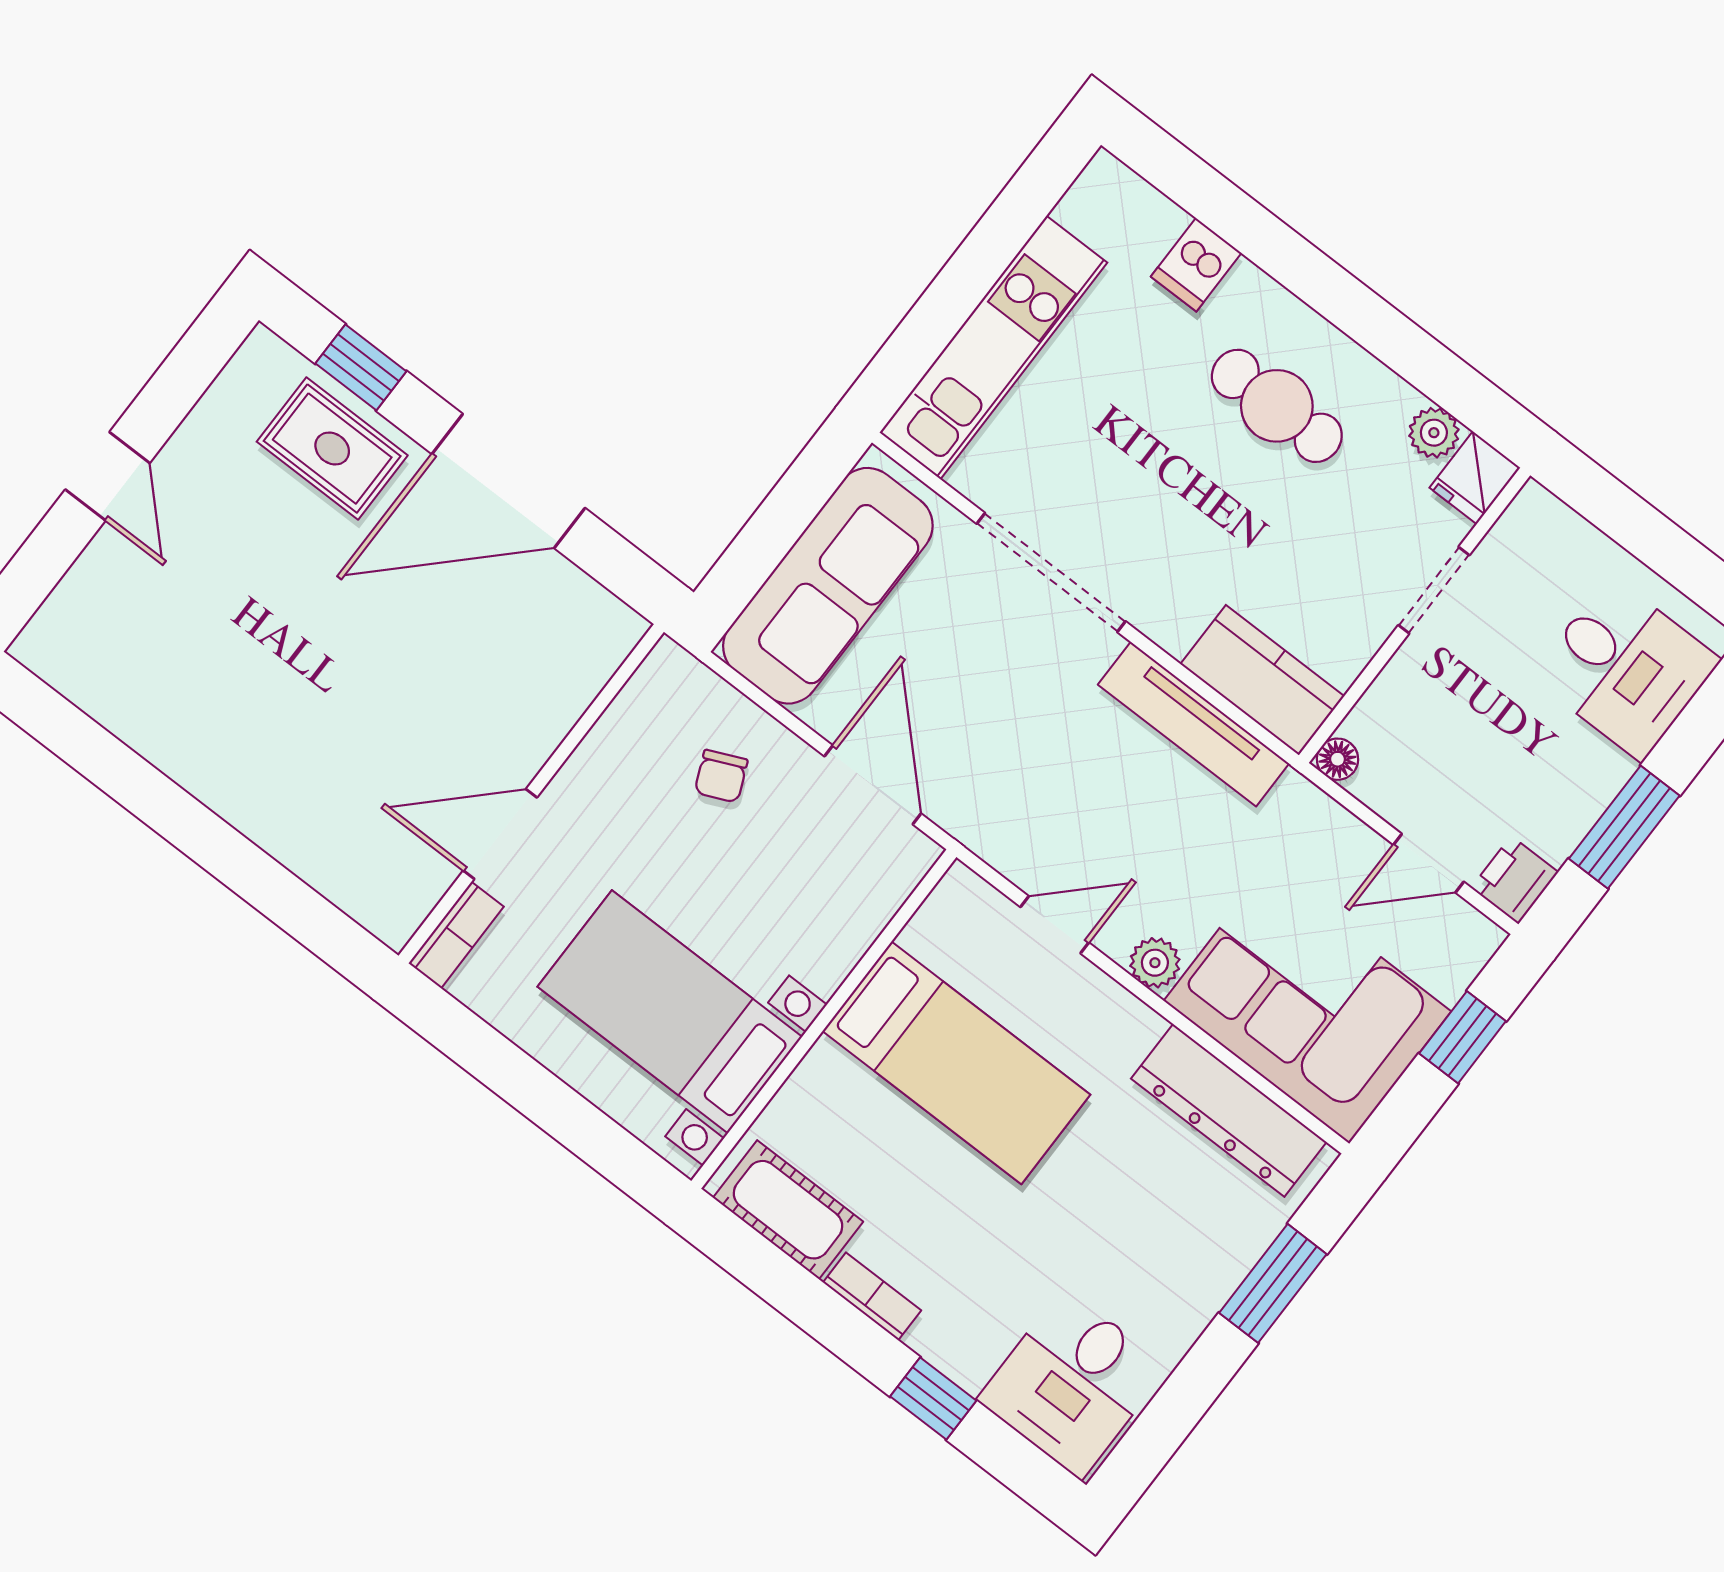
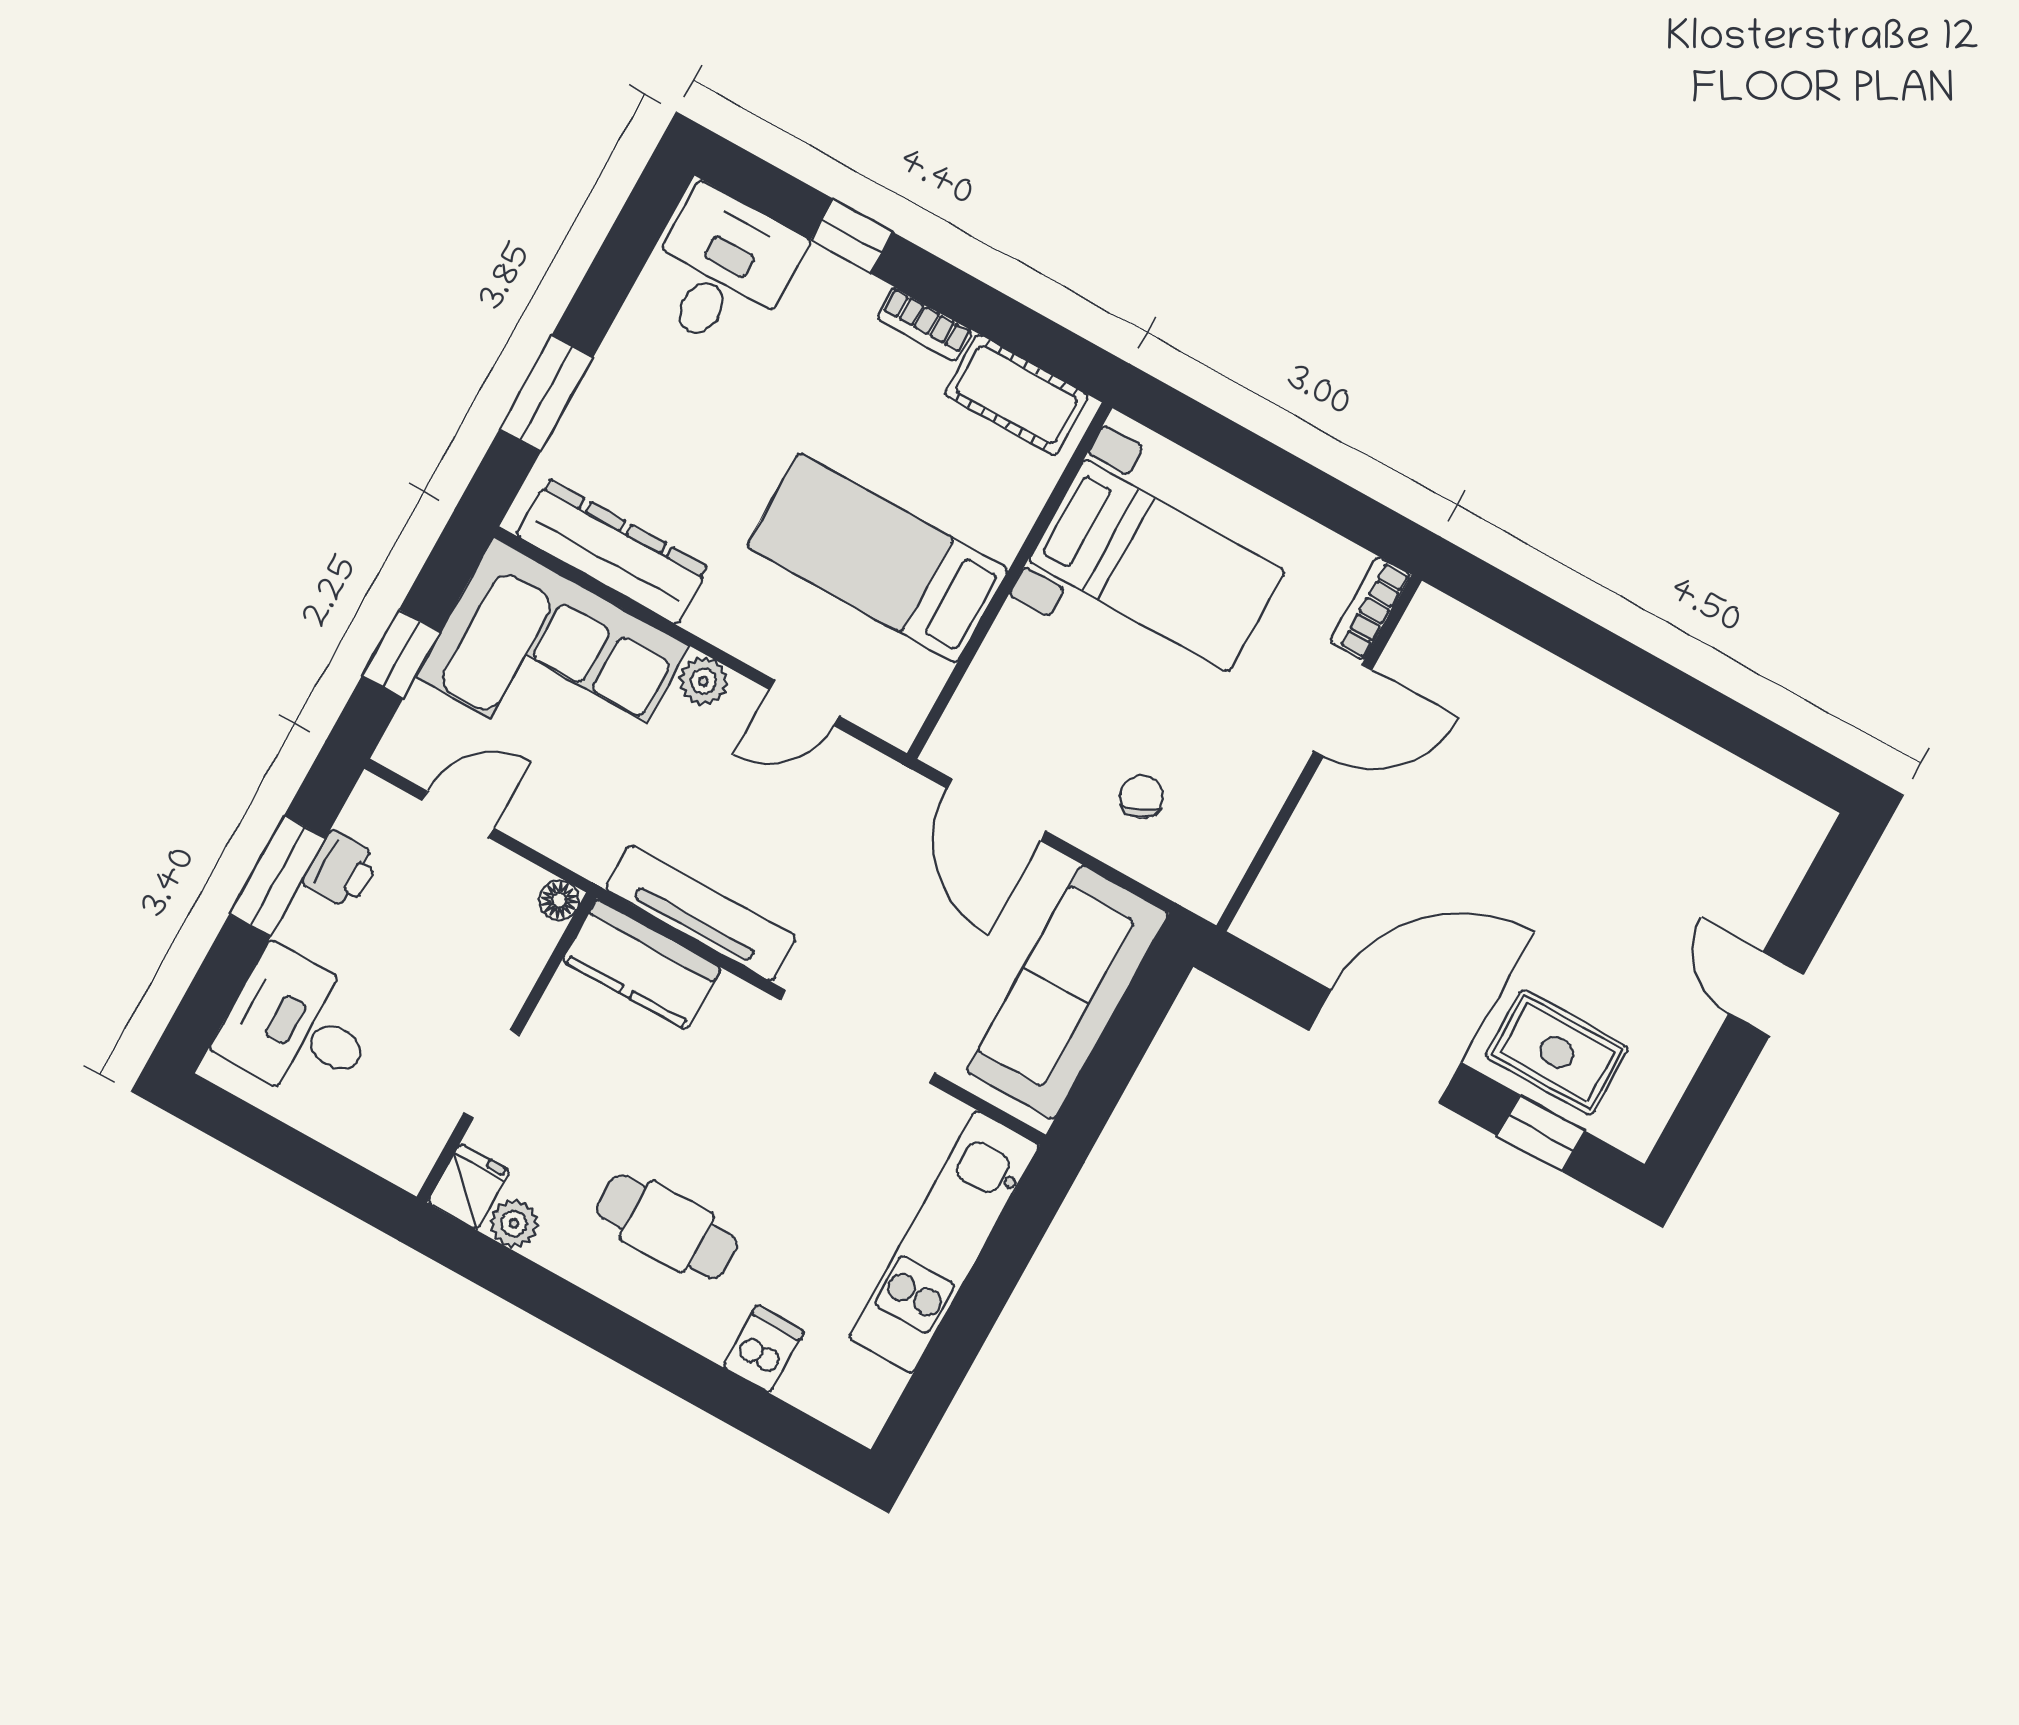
printer: (1515, 880) -> (341, 870), moved

